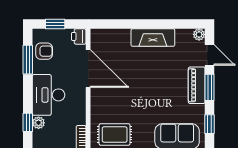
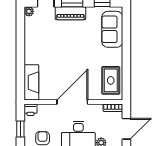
fireplace: (153, 38) -> (31, 82), moved
door: (88, 69) -> (72, 102), moved

